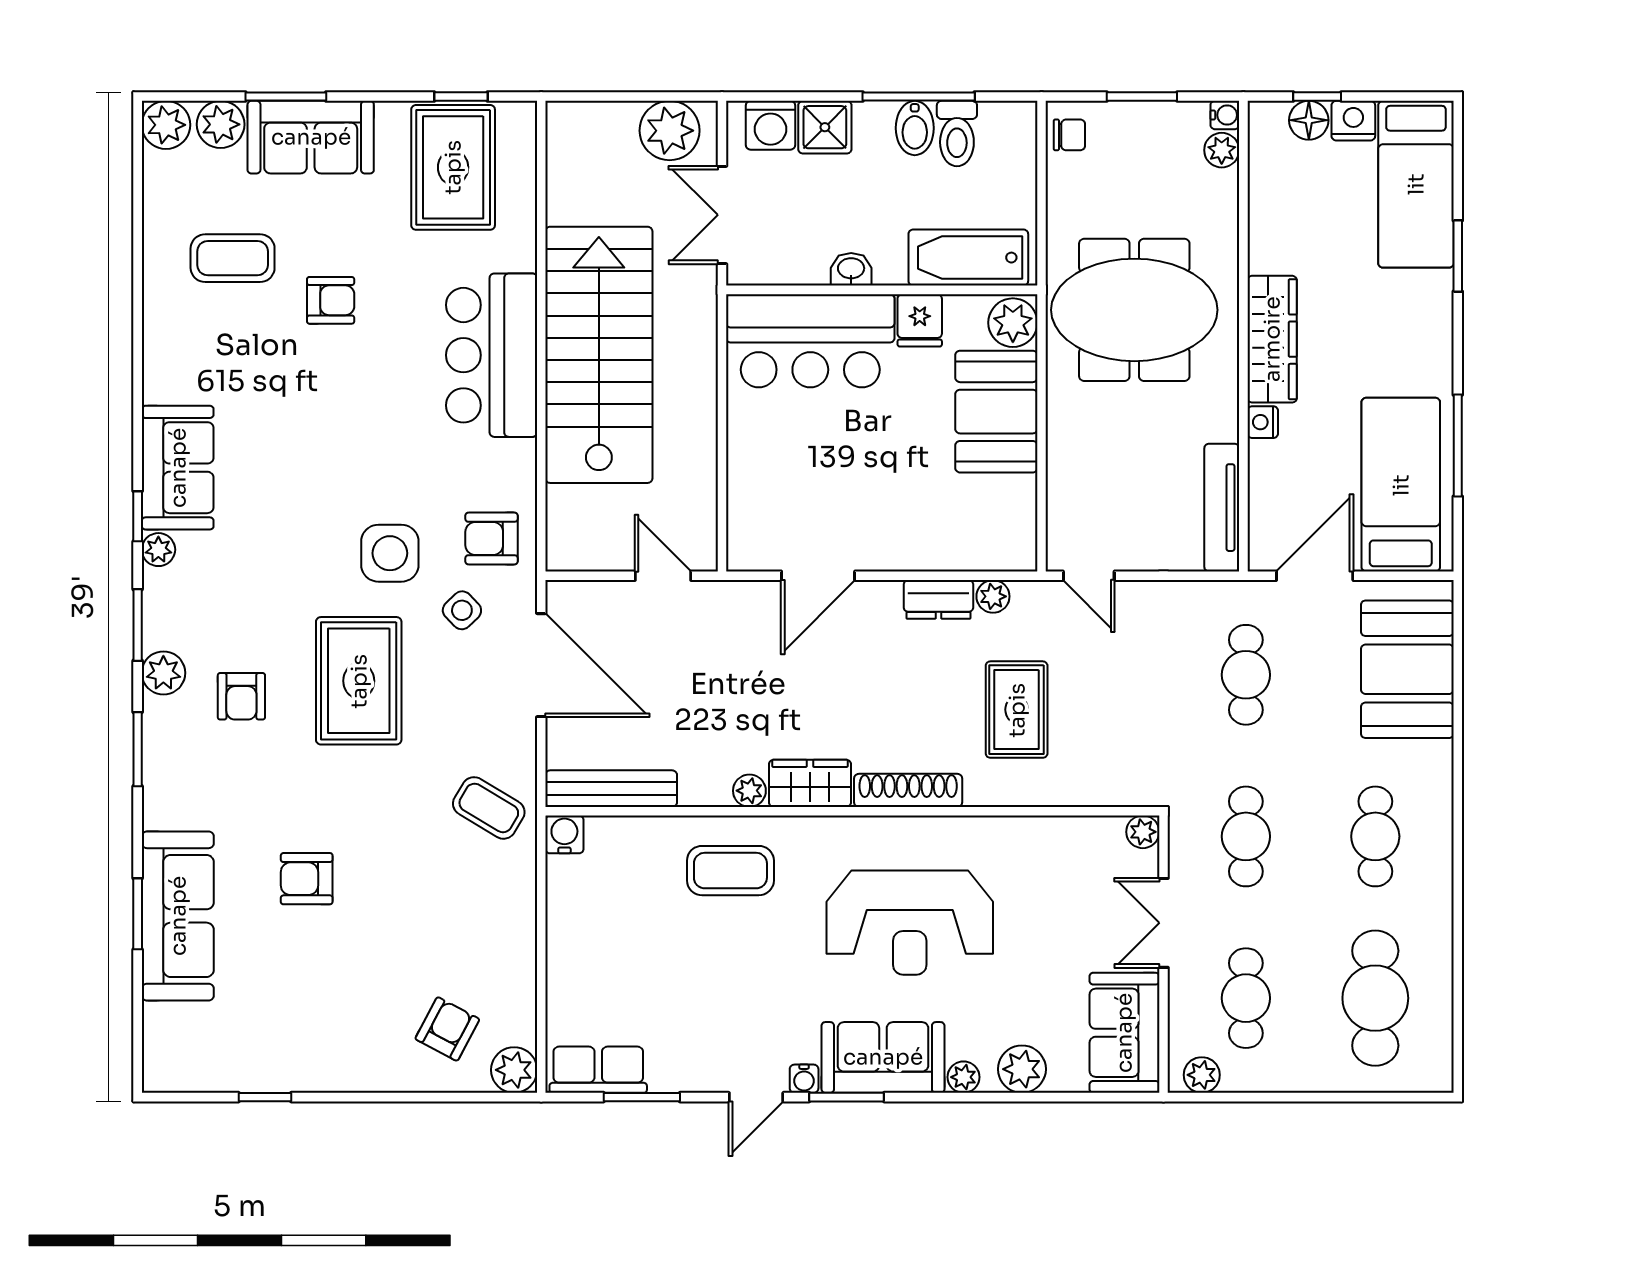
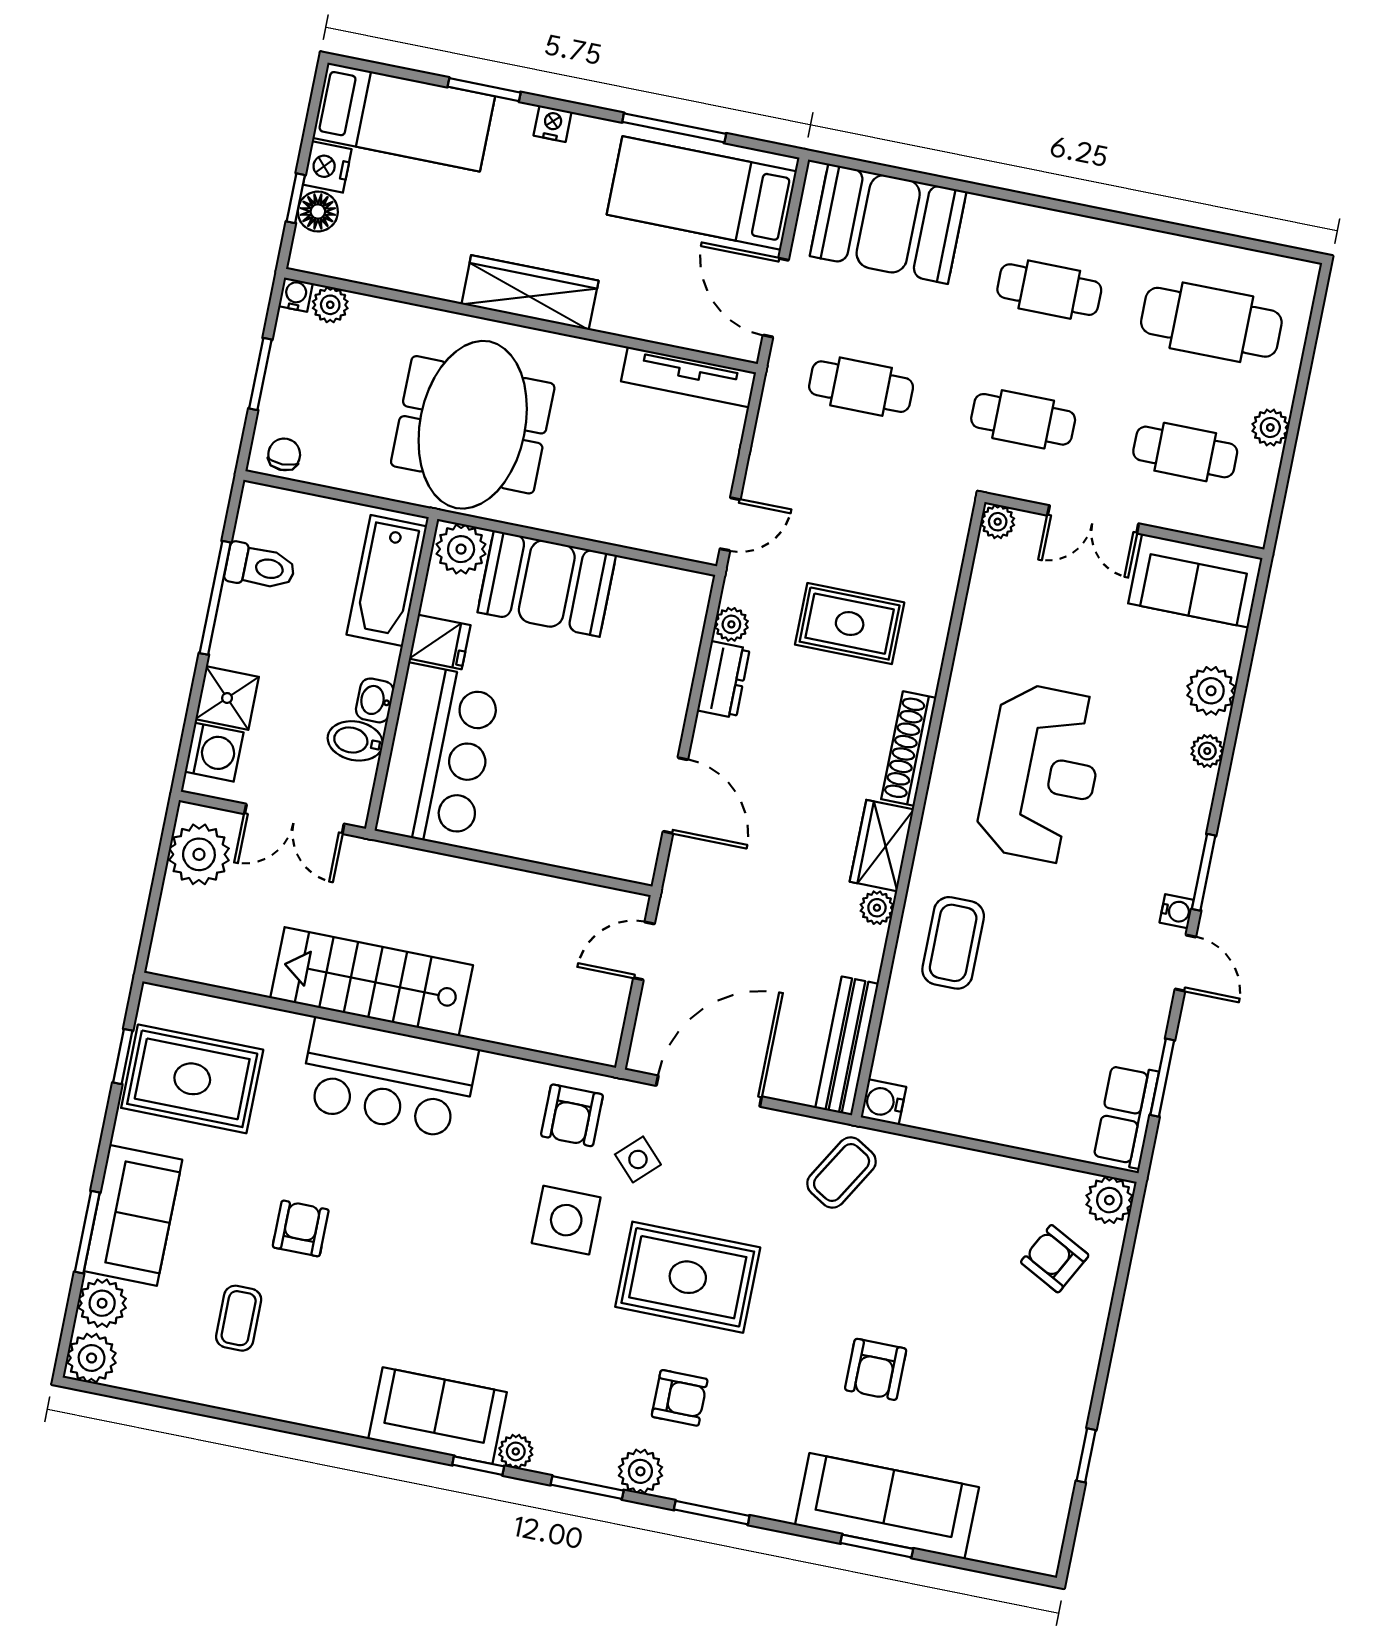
bidet: (915, 128) -> (355, 741), moved, turned 180
coffee table: (233, 258) -> (239, 1318), width x0.73, depth x0.77
stairs: (599, 355) -> (372, 982), width x0.73, depth x0.66
nightstand: (1263, 422) -> (553, 124), moved, turned 180
sofa: (883, 1057) -> (1171, 828), removed
plant: (1202, 1075) -> (1270, 428), moved

